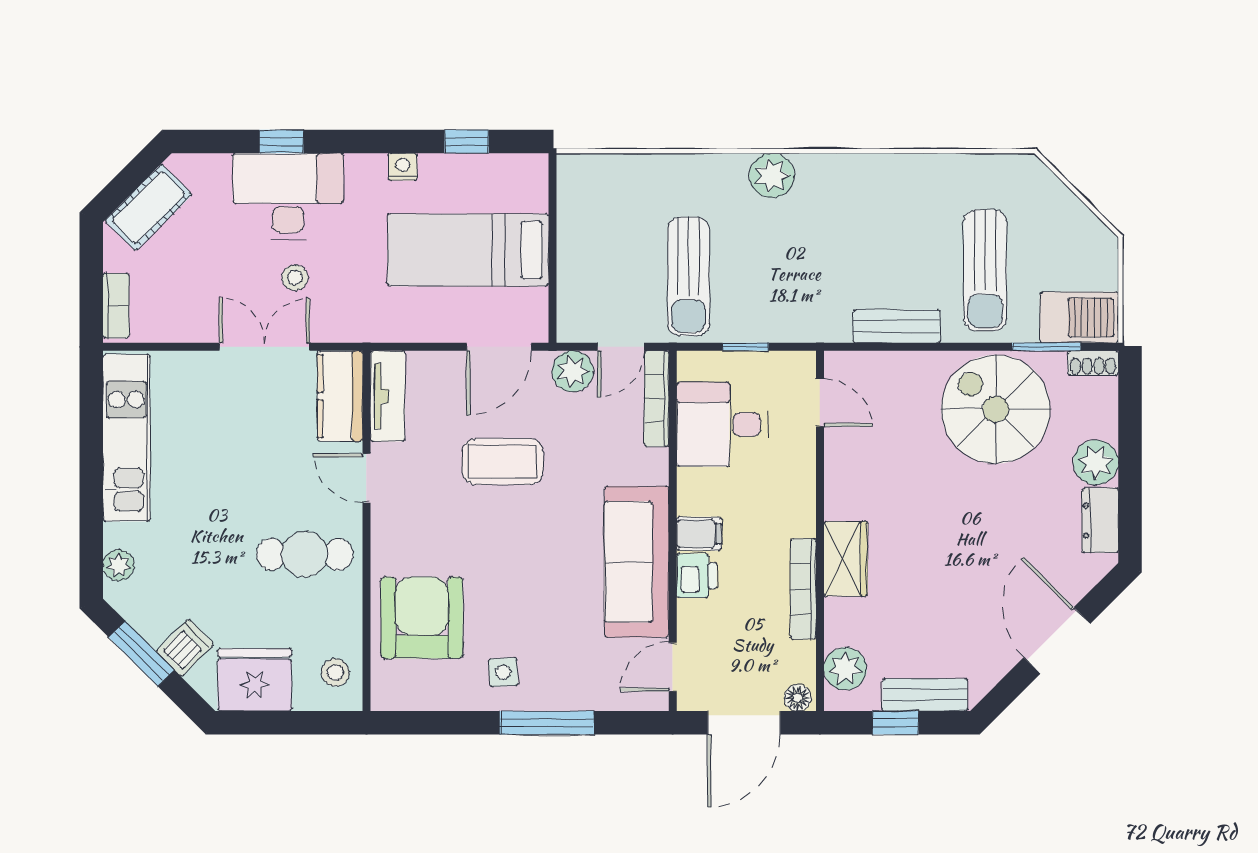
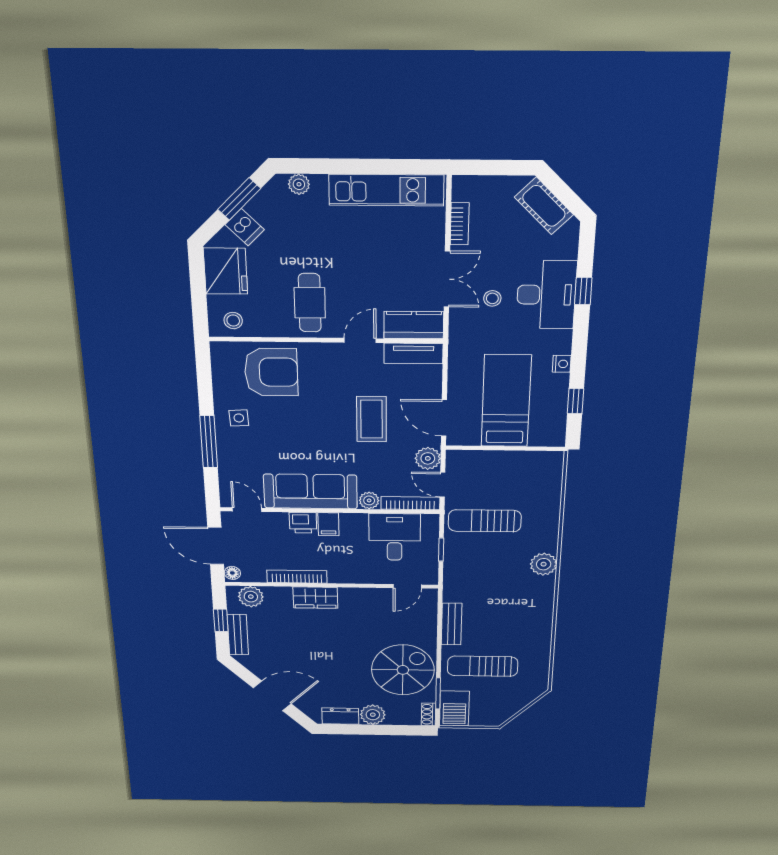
bookcase: (116, 306) -> (460, 224), moved, turned -90
plant: (652, 466) -> (369, 500), added

